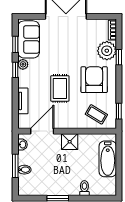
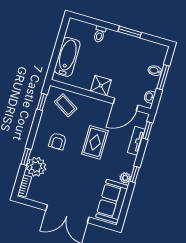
window: (15, 44) -> (147, 131), moved
armchair: (94, 80) -> (58, 141), width x0.53, depth x0.53

